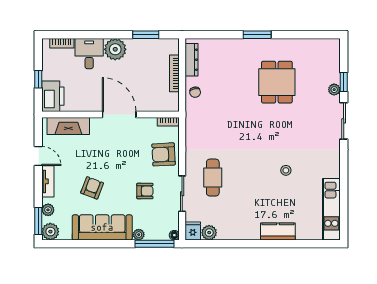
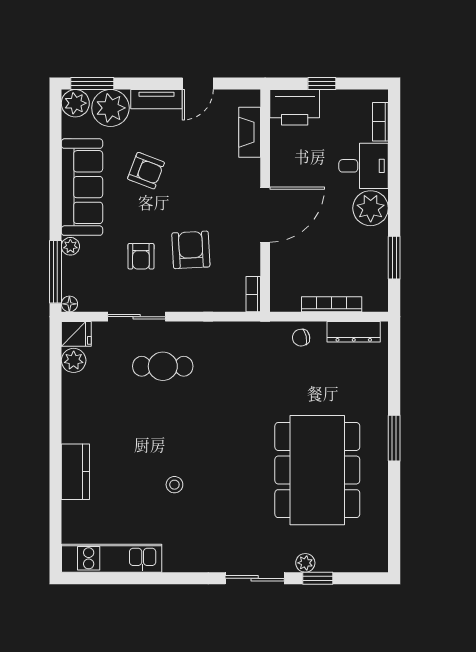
dining table: (277, 82) -> (317, 470), width x1.88, depth x1.24
fireplace: (68, 126) -> (250, 132), width x0.73, depth x0.76
armchair: (164, 154) -> (191, 250), moved
plant: (48, 210) -> (110, 108), width x1.88, depth x1.88

